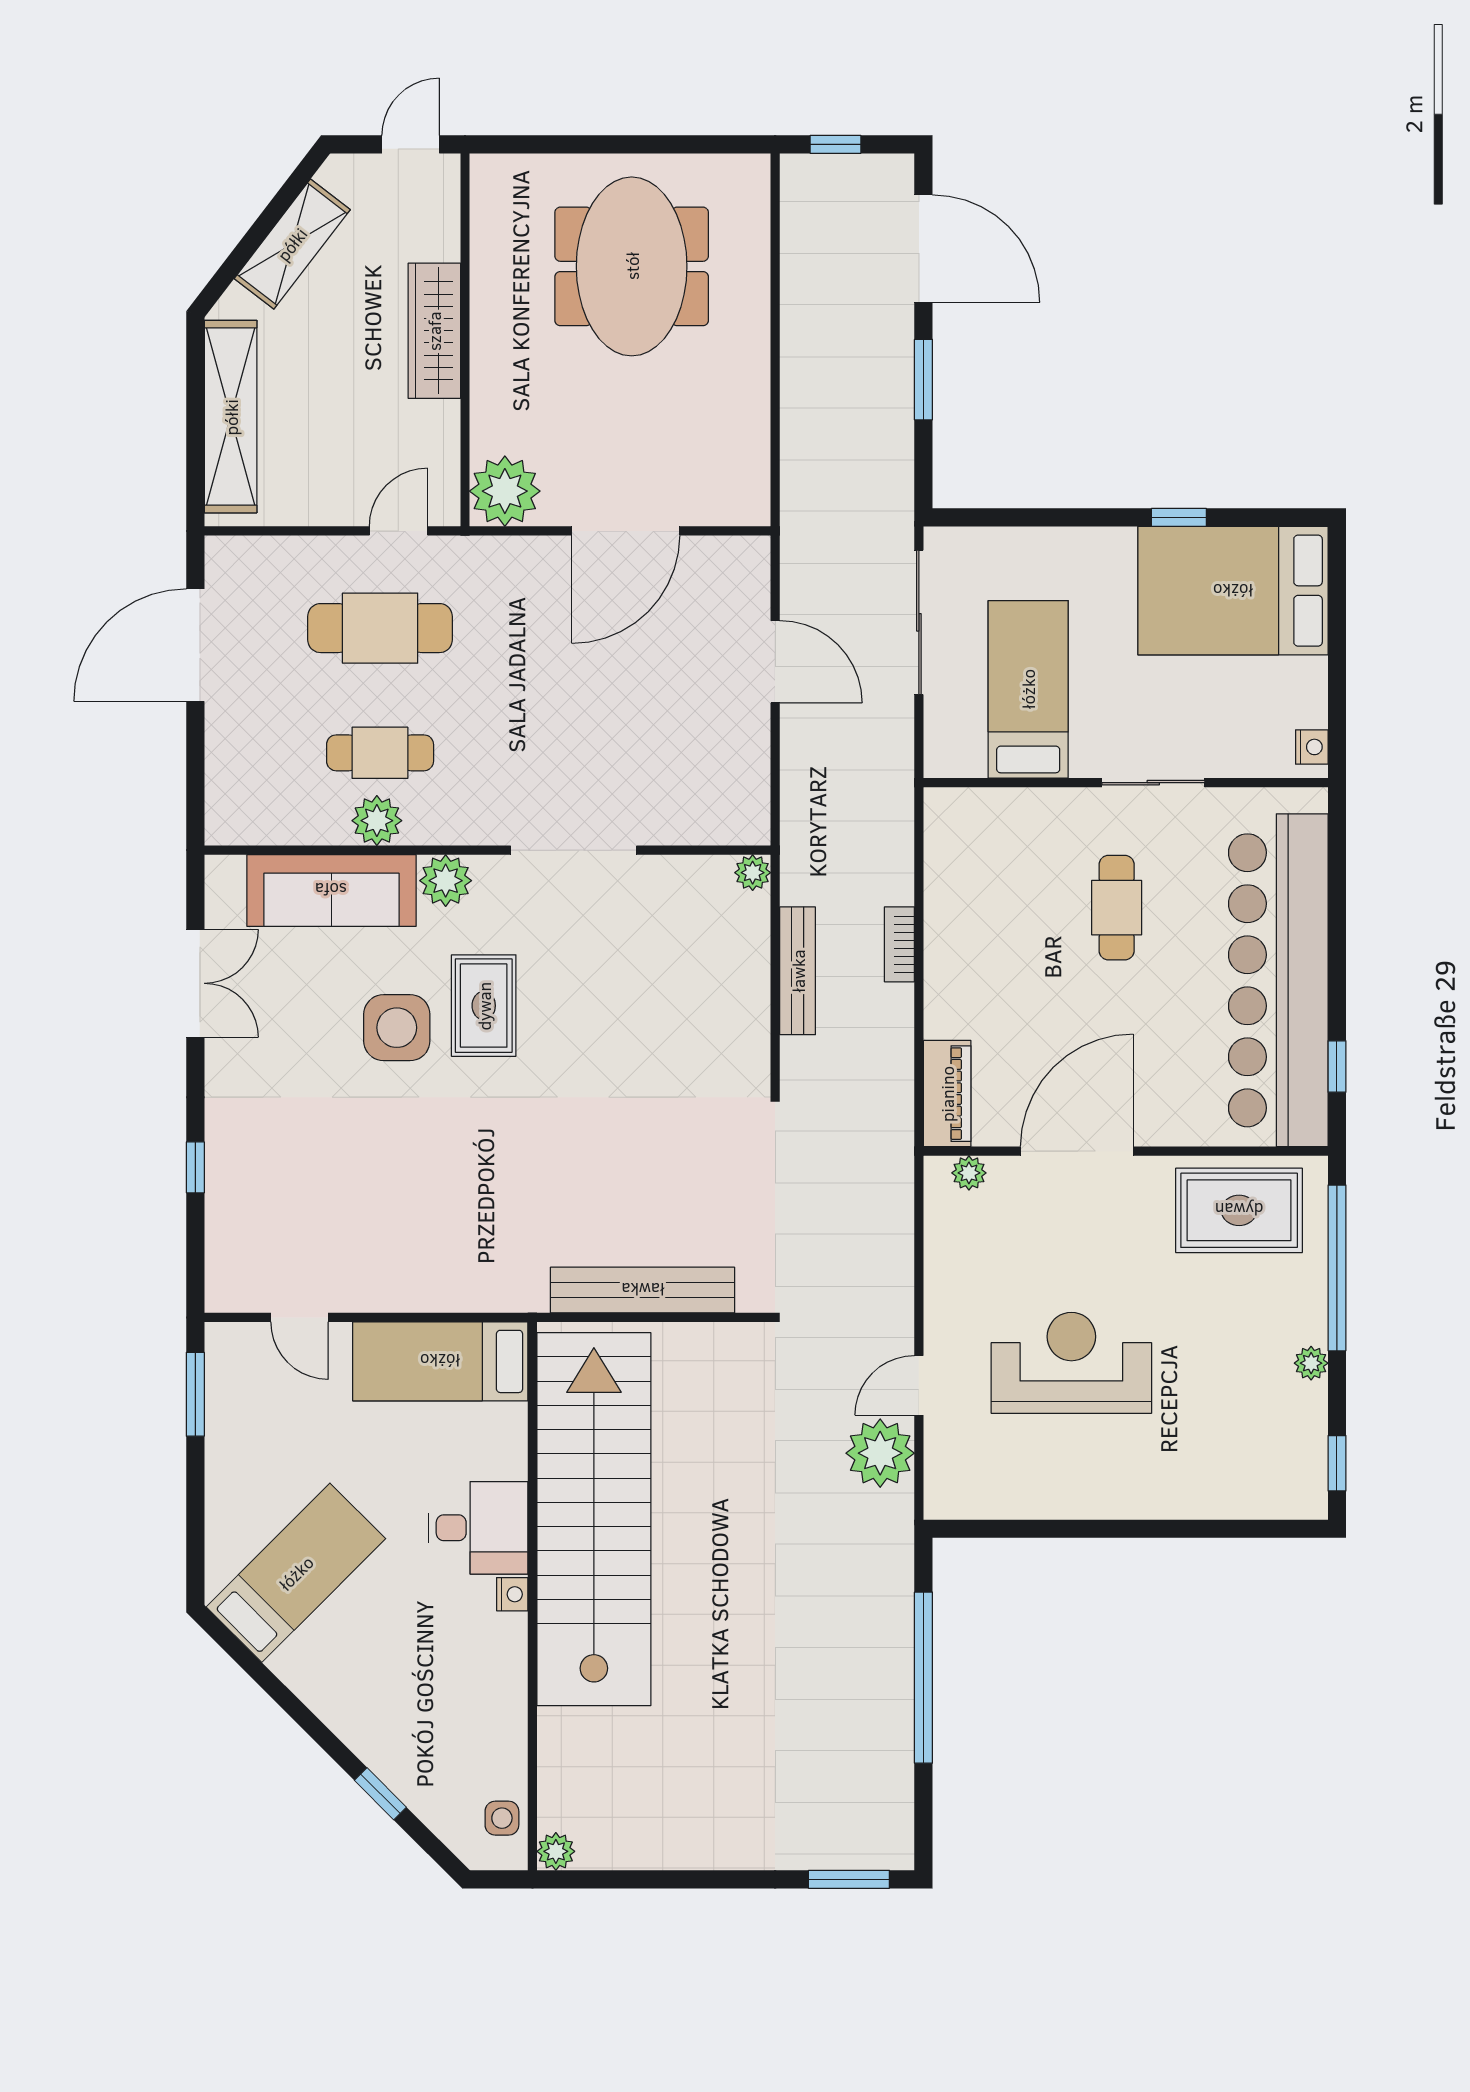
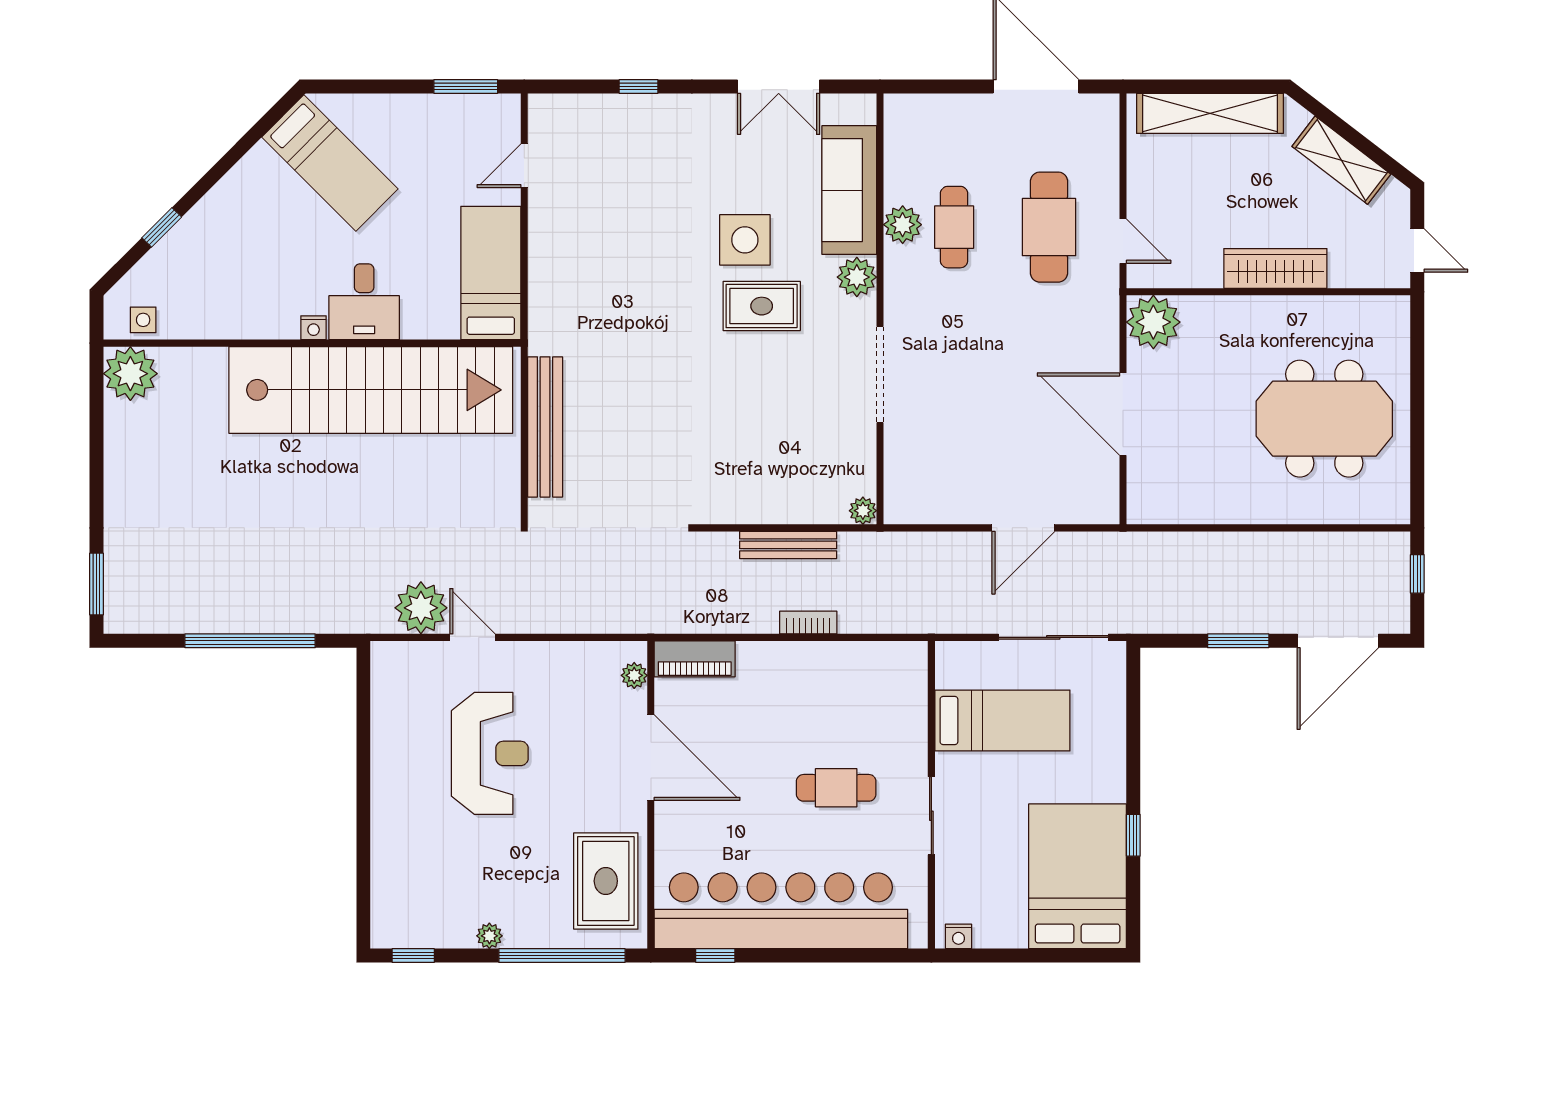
plant: (556, 1851) -> (130, 374), width x1.87, depth x1.87

